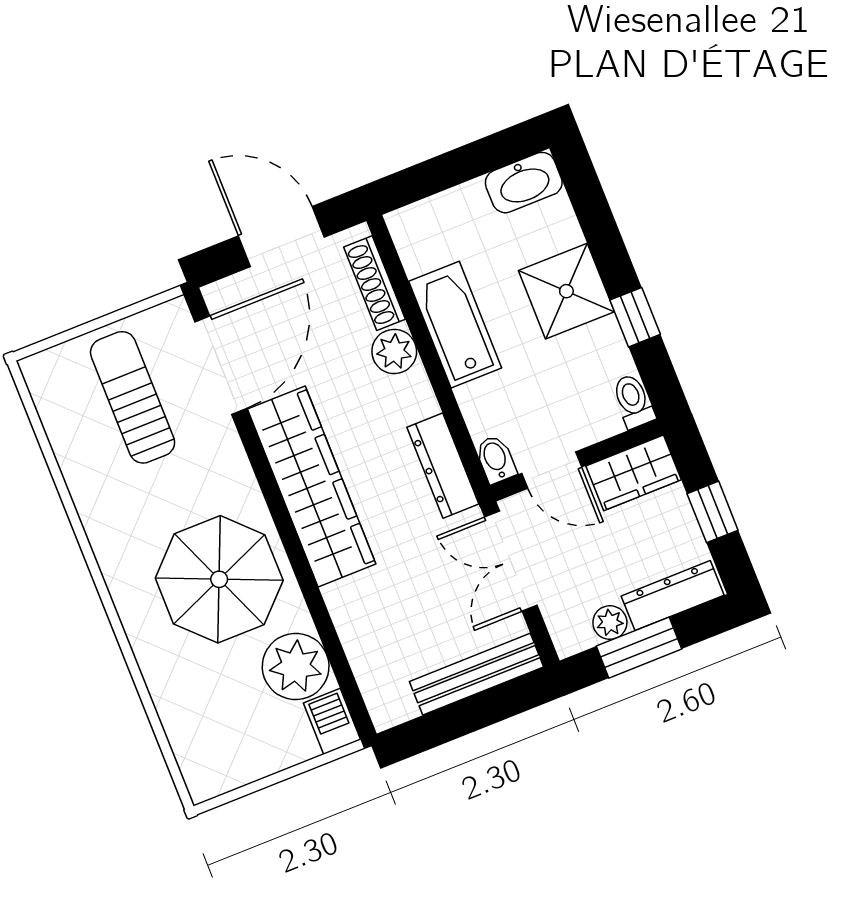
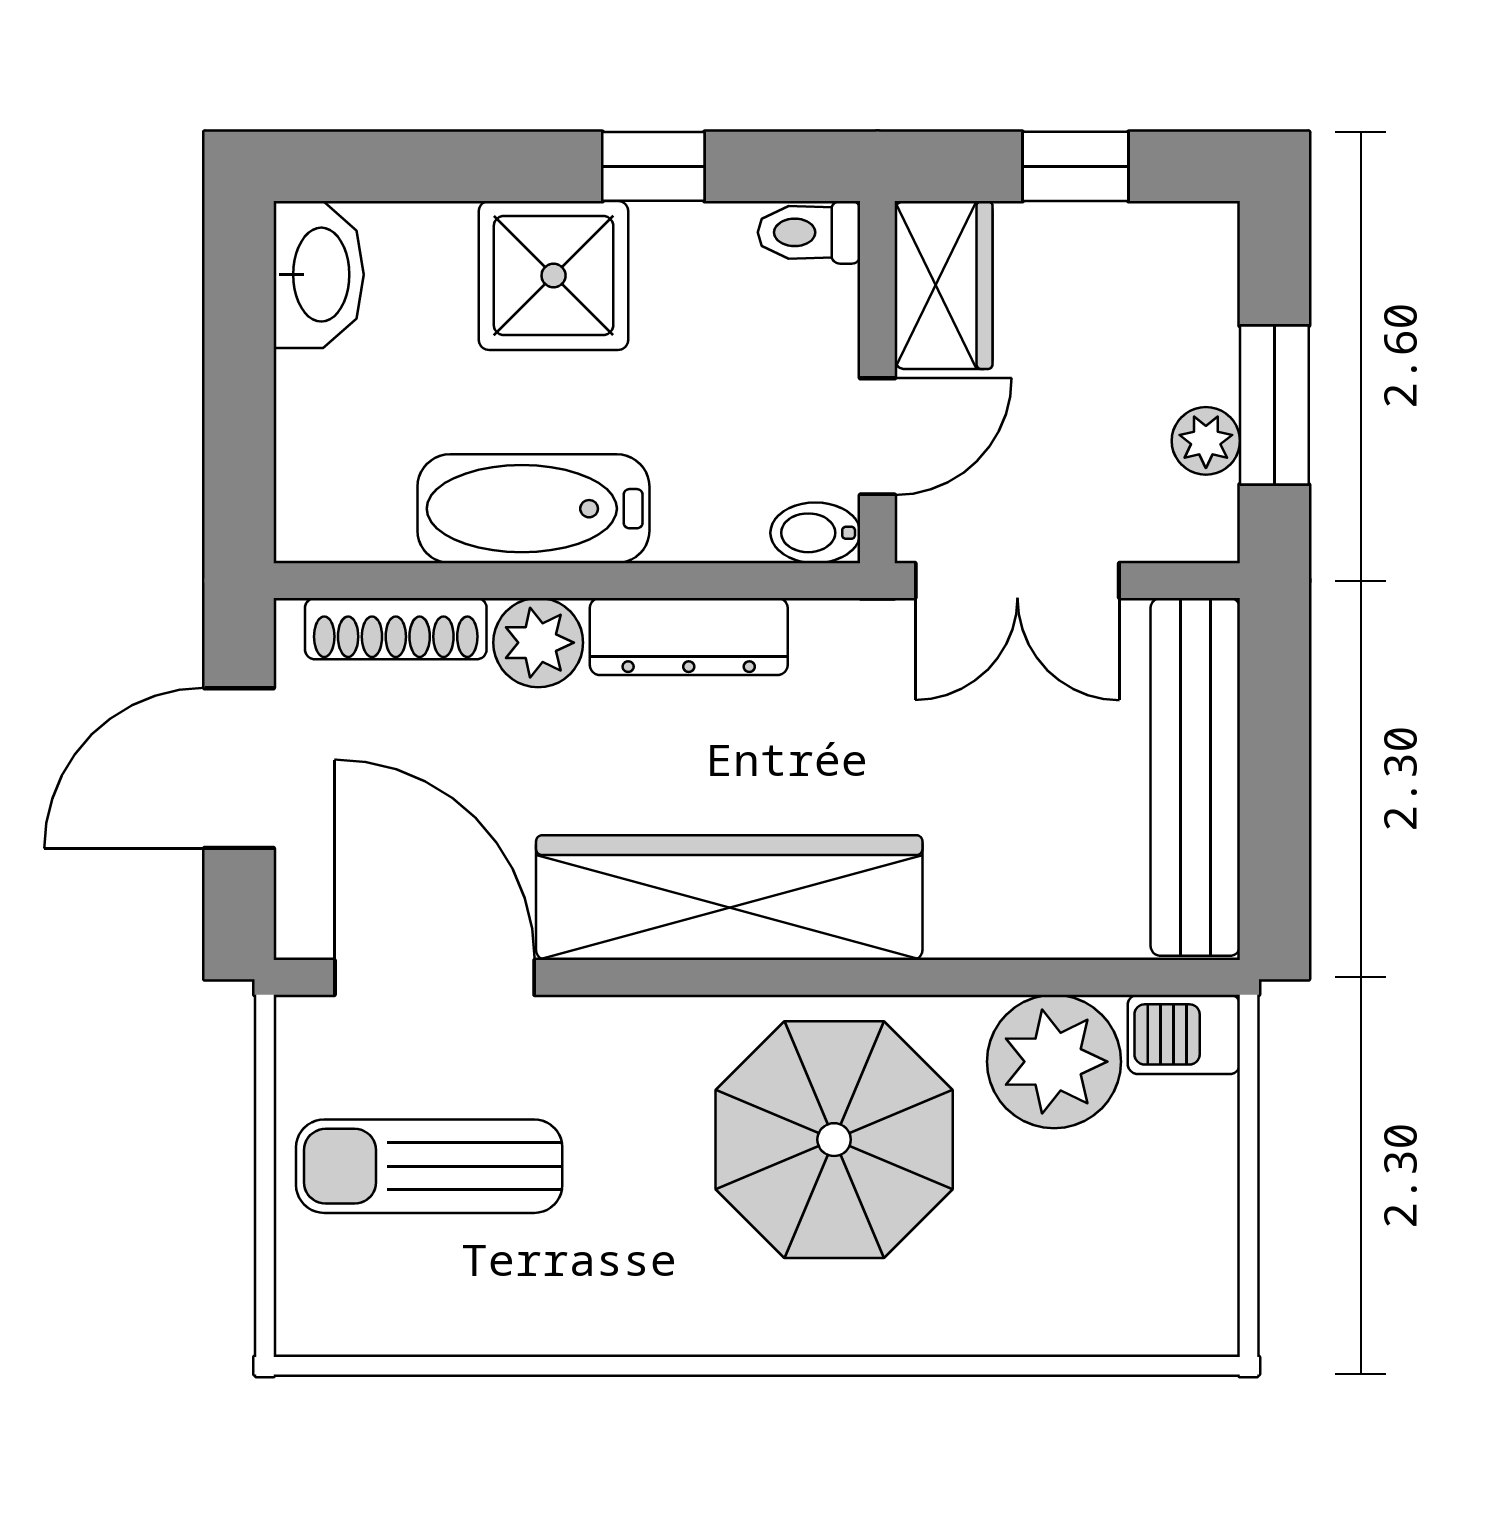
dresser: (443, 466) -> (689, 636), moved
dresser: (673, 596) -> (1202, 304), removed
bench: (477, 674) -> (1195, 777), width x1.37, depth x1.21

